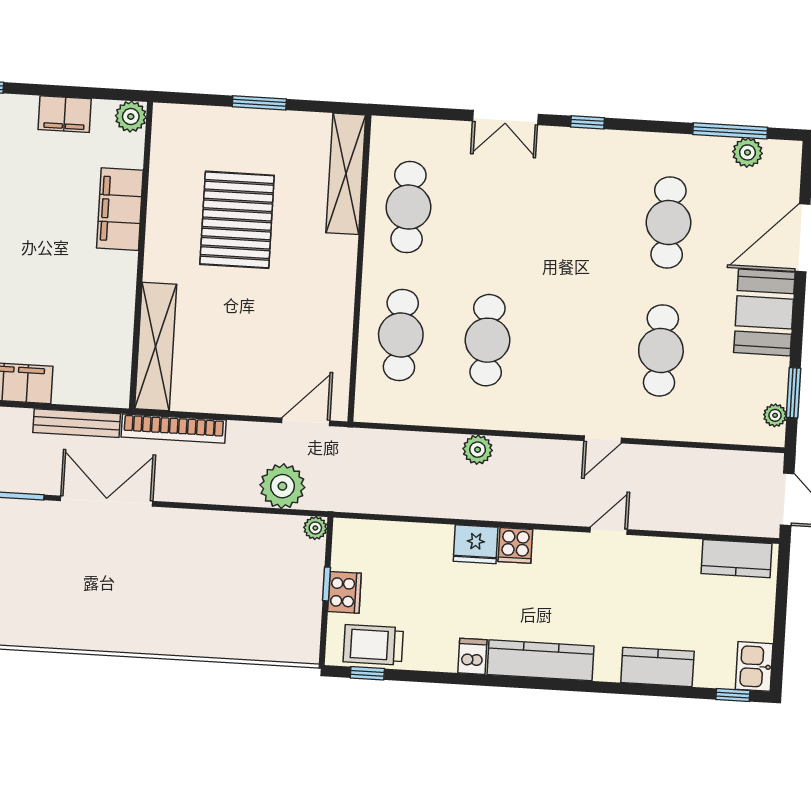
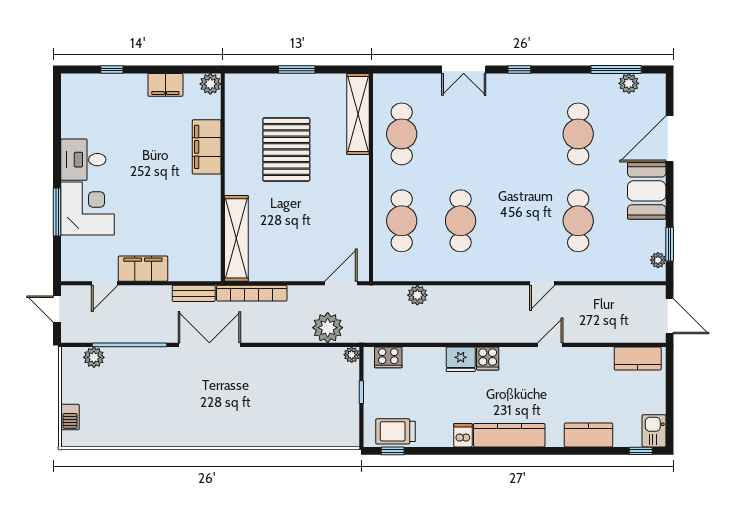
bench: (77, 423) -> (194, 293), width x0.73
plant: (478, 450) -> (417, 295), moved
cooker: (344, 592) -> (388, 357), moved, turned 90

